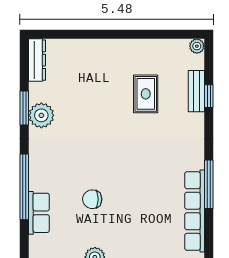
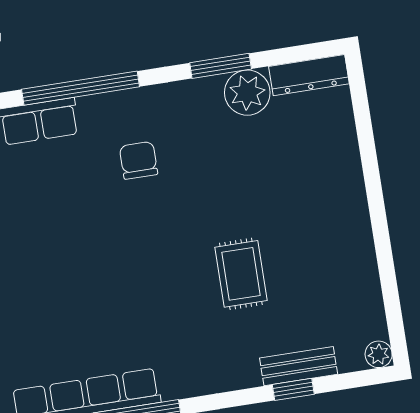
rug: (146, 94) -> (241, 274), moved, turned 90
plant: (41, 115) -> (247, 93), moved
chair: (92, 199) -> (139, 160), moved

